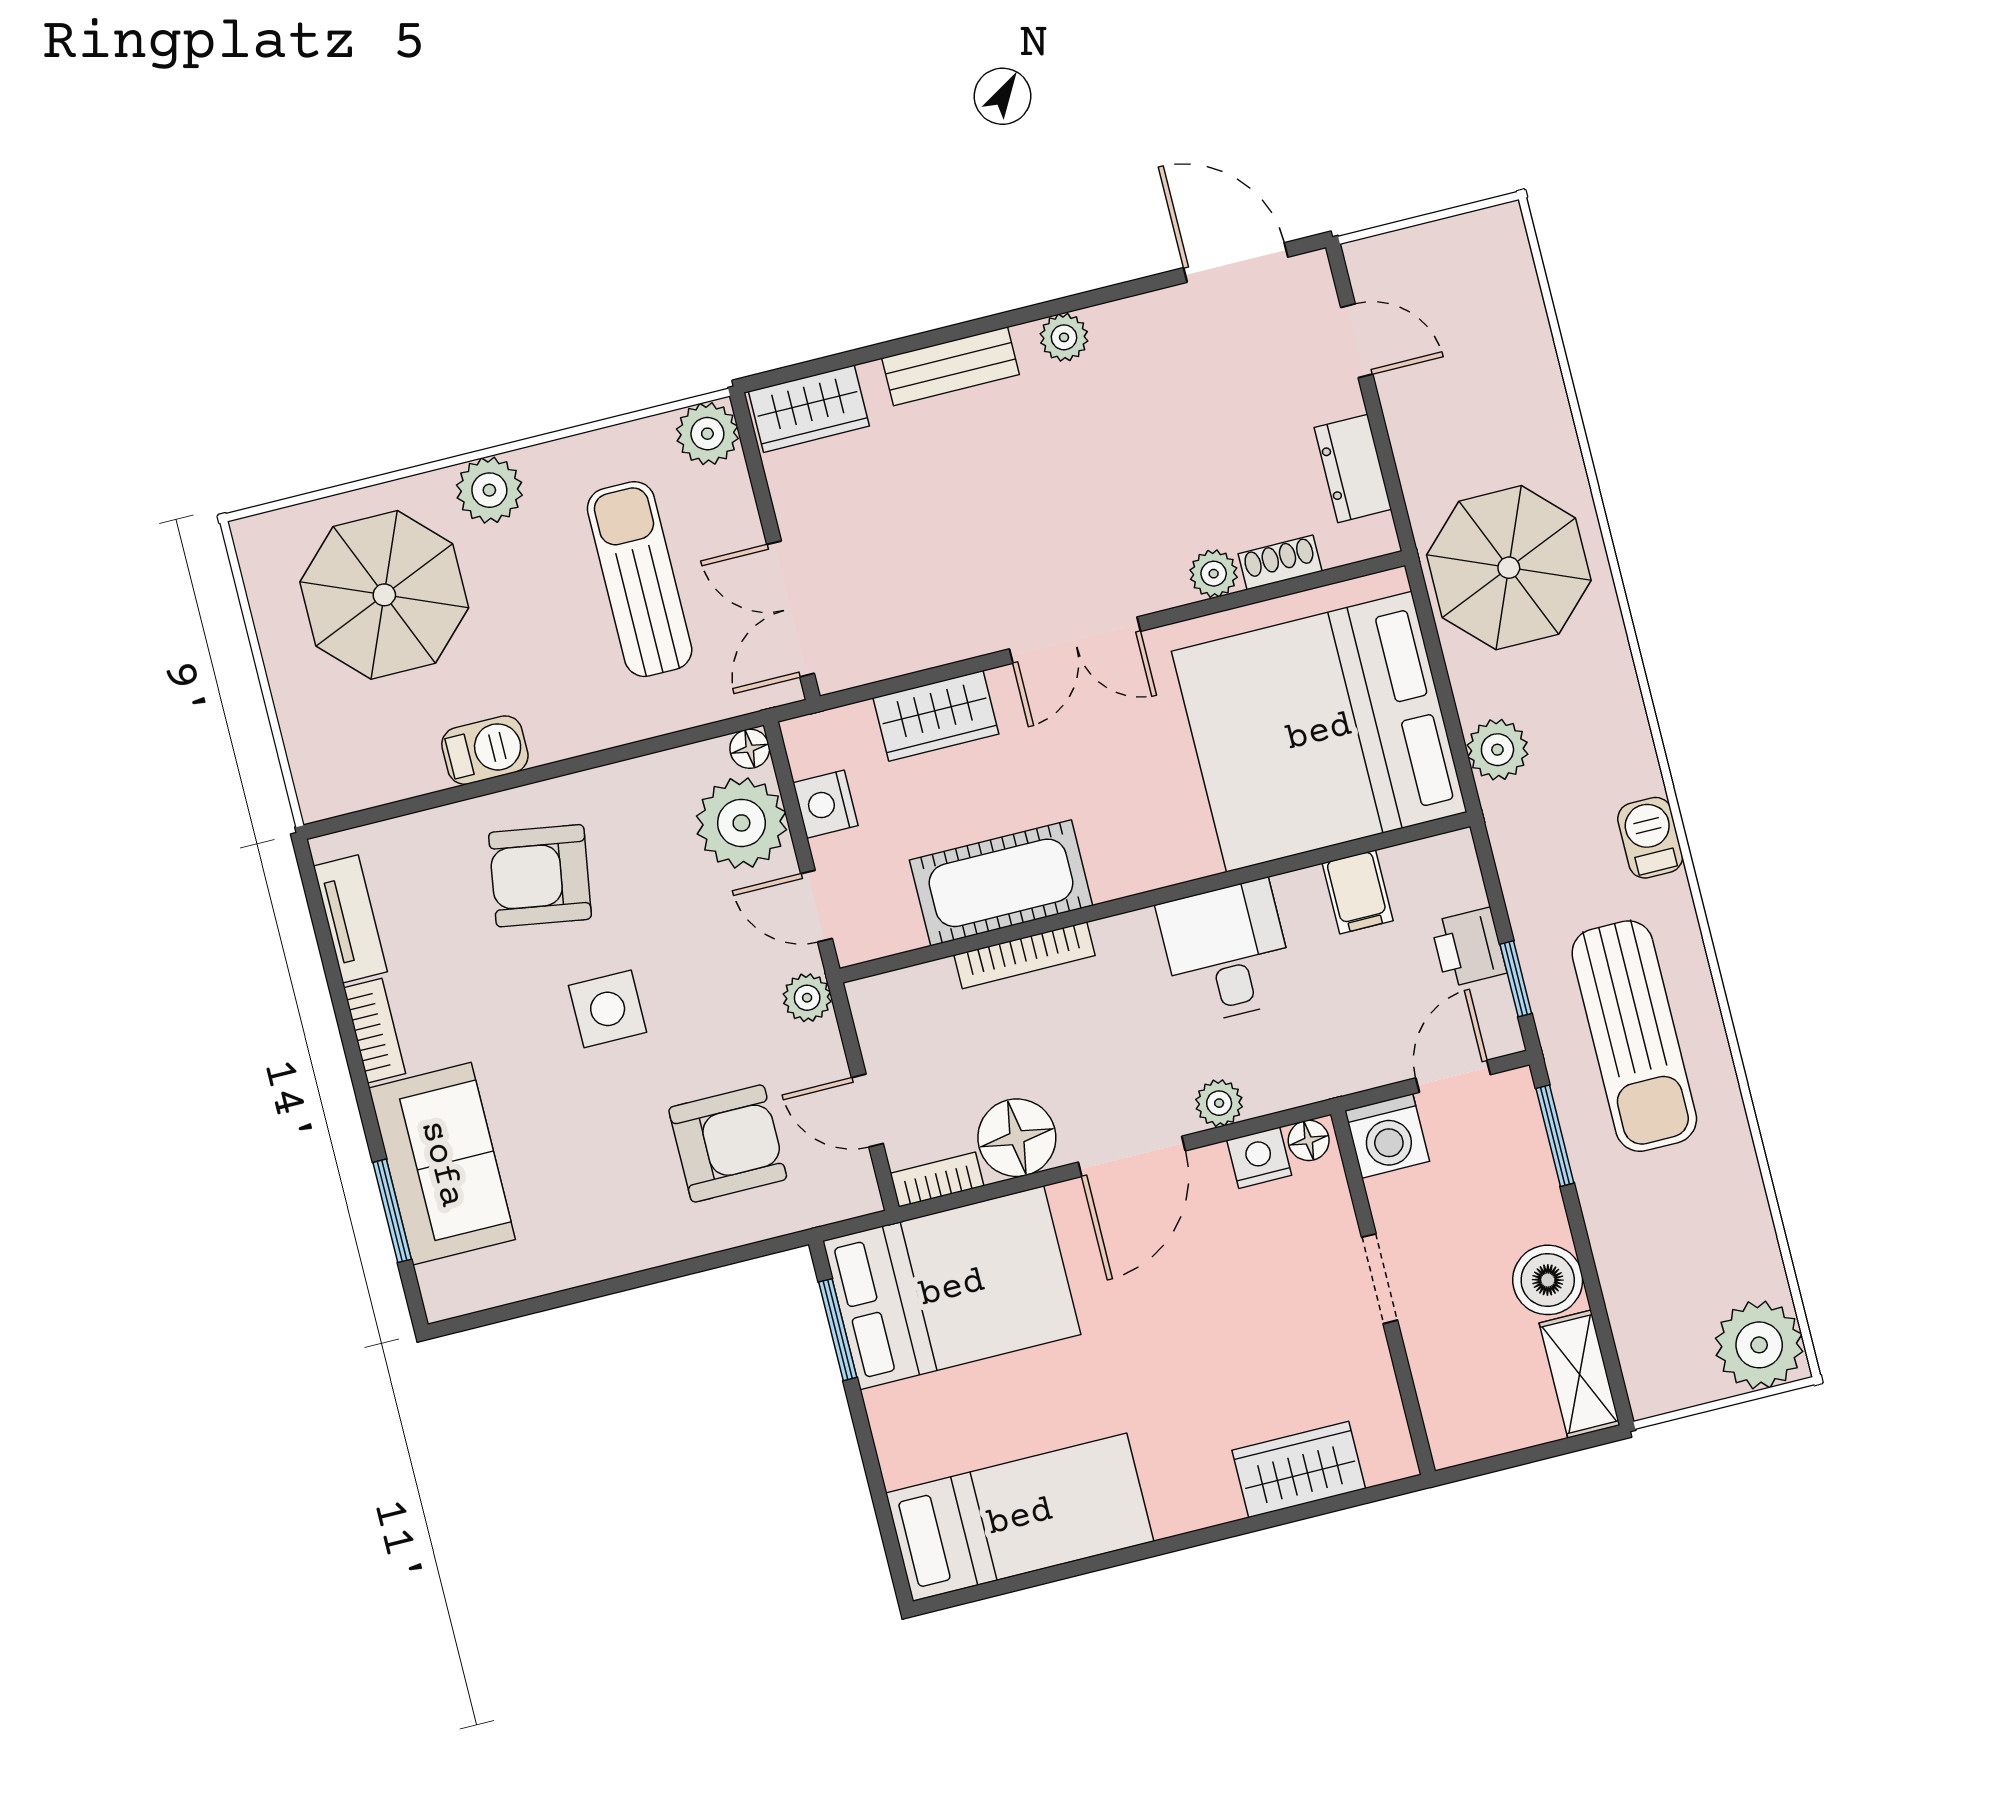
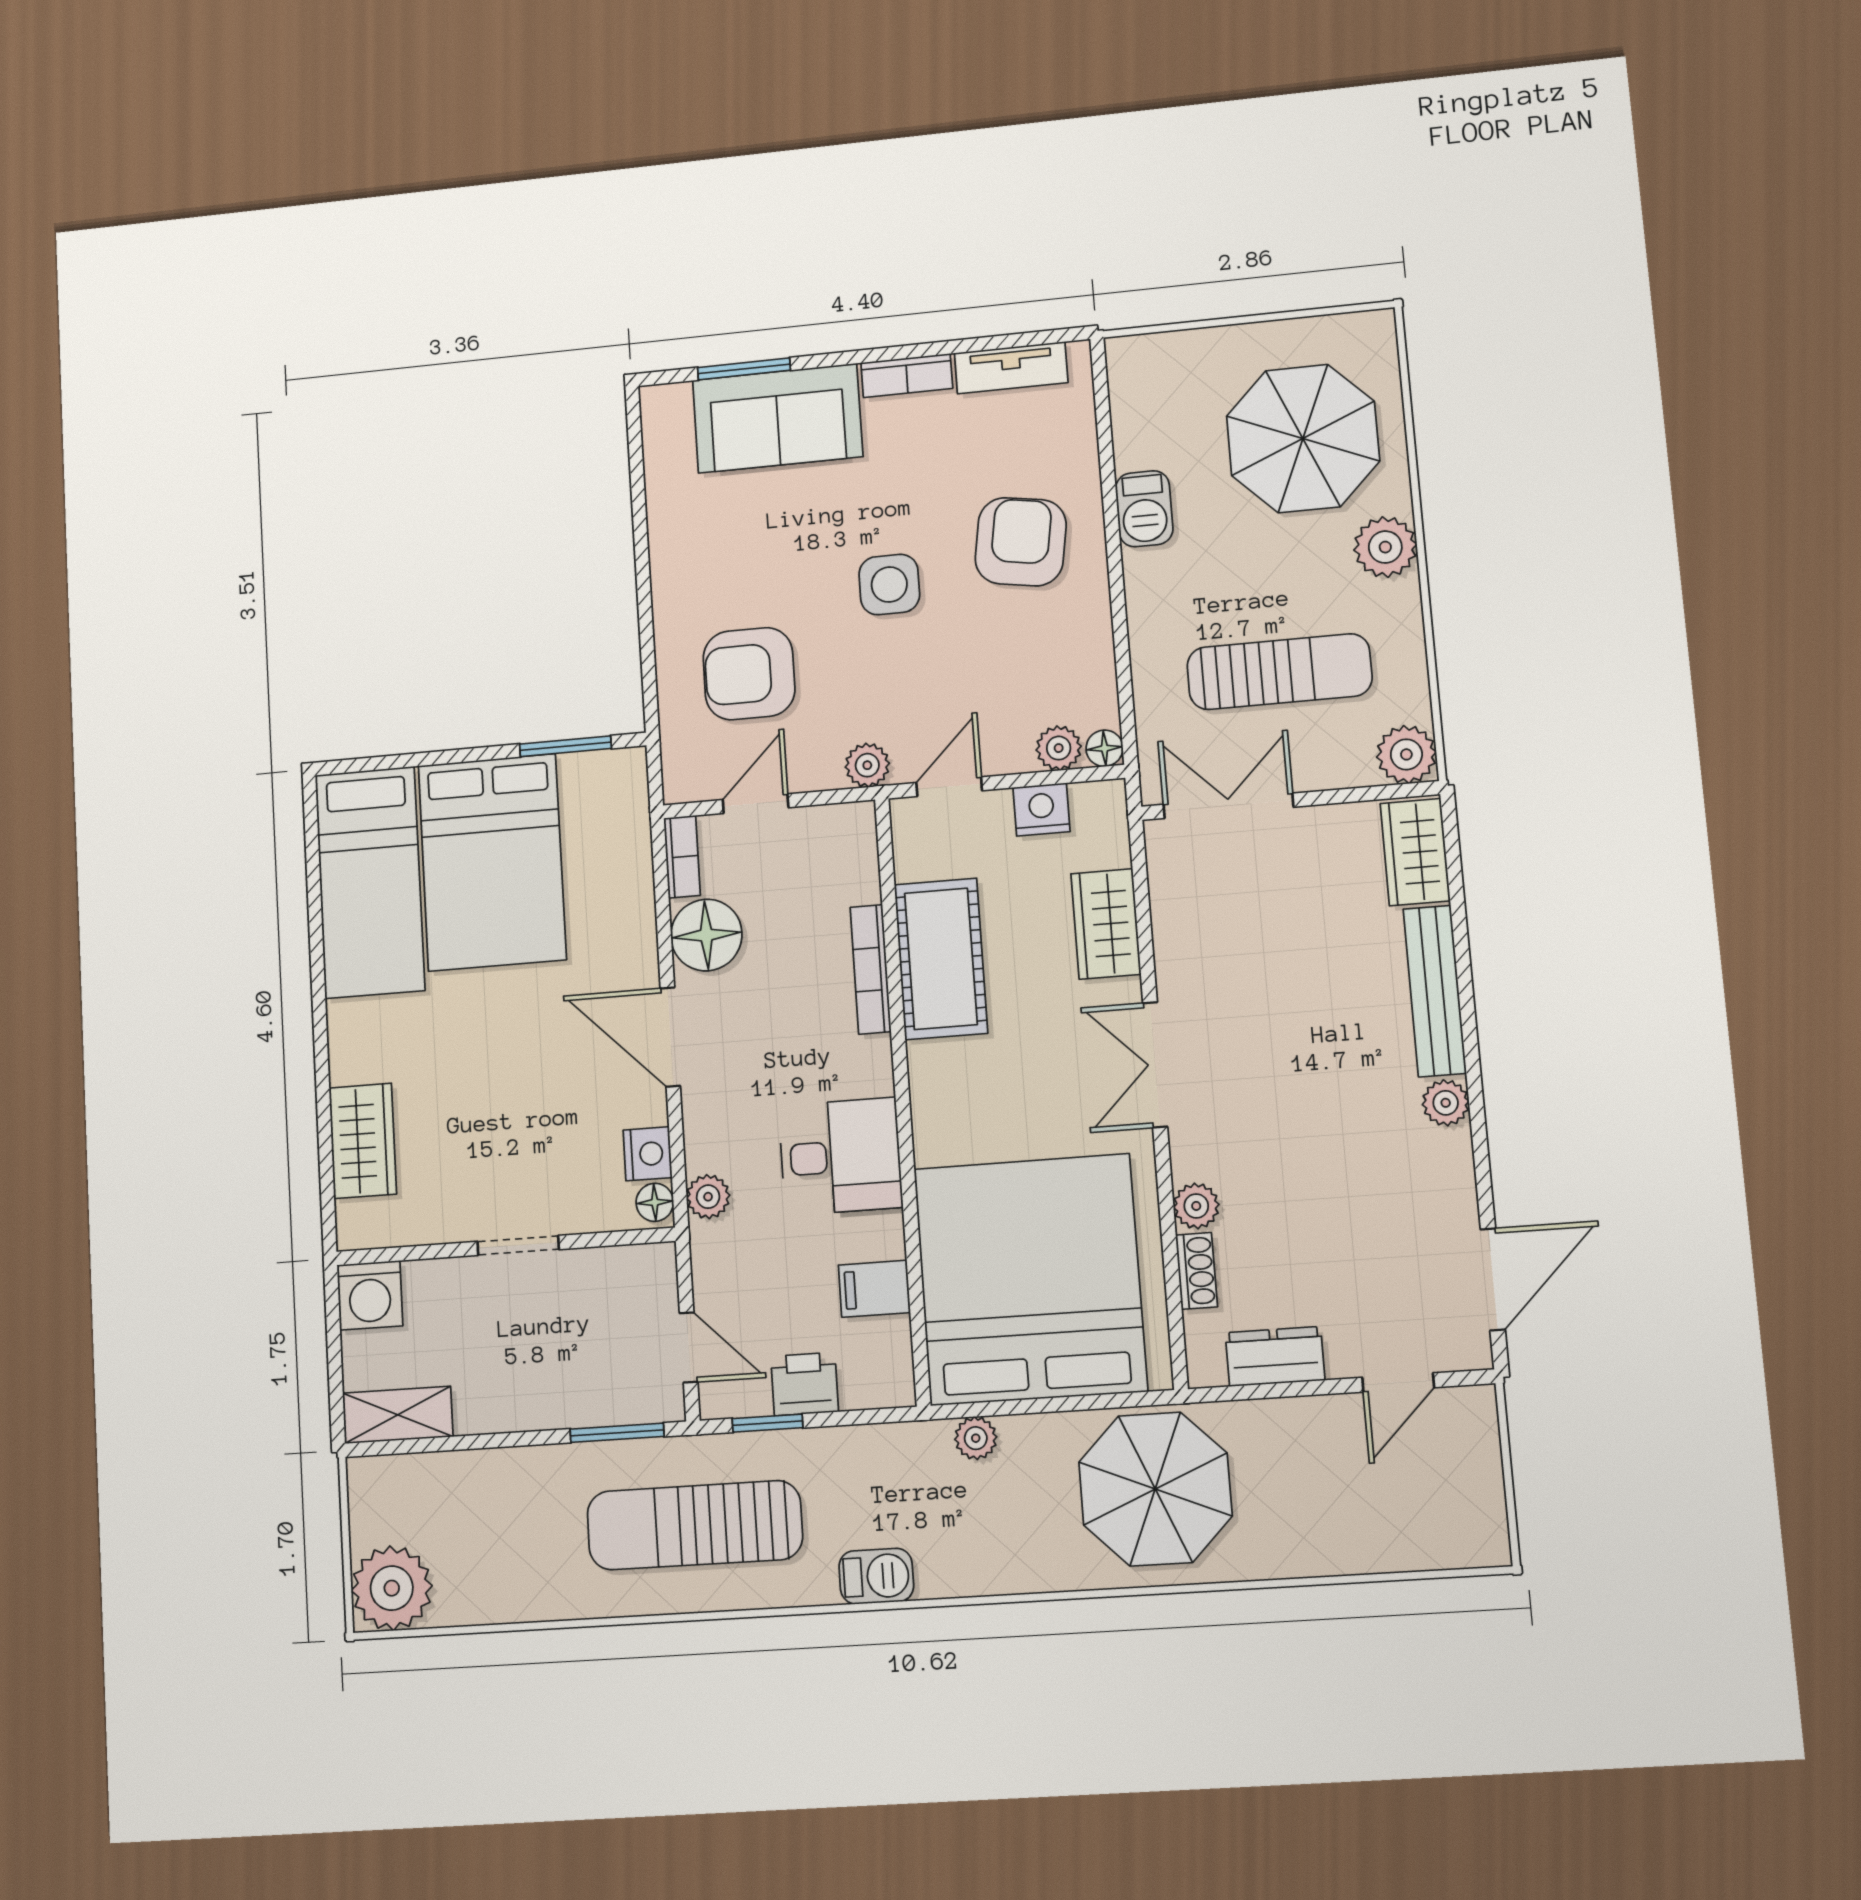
bench: (950, 366) -> (1435, 991), width x1.36
plant: (1497, 750) -> (976, 1438), width x0.73, depth x0.73
plant: (741, 823) -> (1059, 748), width x0.53, depth x0.53
plant: (1219, 1103) -> (708, 1197), moved
washing machine: (1387, 1136) -> (370, 1295), moved, turned -90
armchair: (728, 1143) -> (749, 674), turned 90
boiler: (1548, 1280) -> (488, 1401), removed
bed: (952, 1288) -> (492, 862), moved

